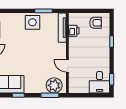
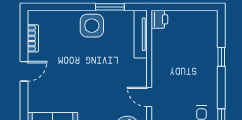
armchair: (96, 23) -> (195, 26), removed
printer: (74, 31) -> (159, 19), moved

